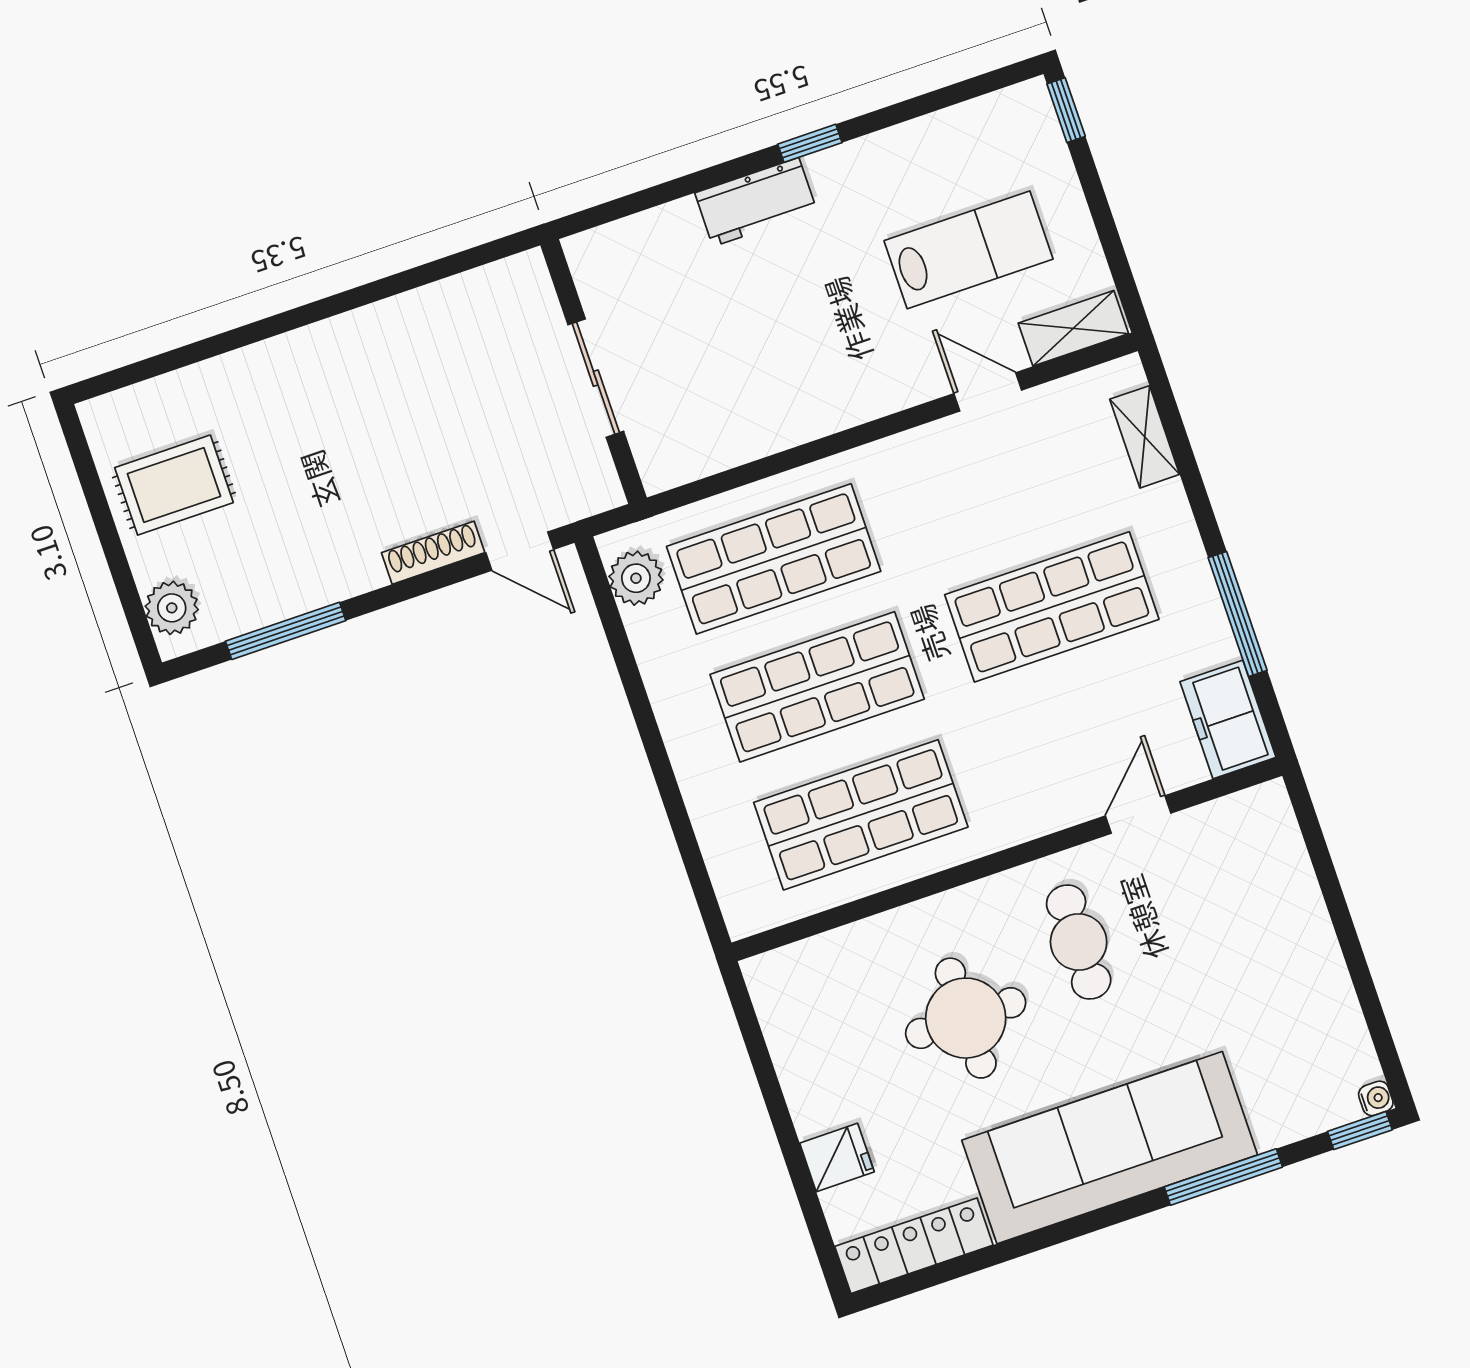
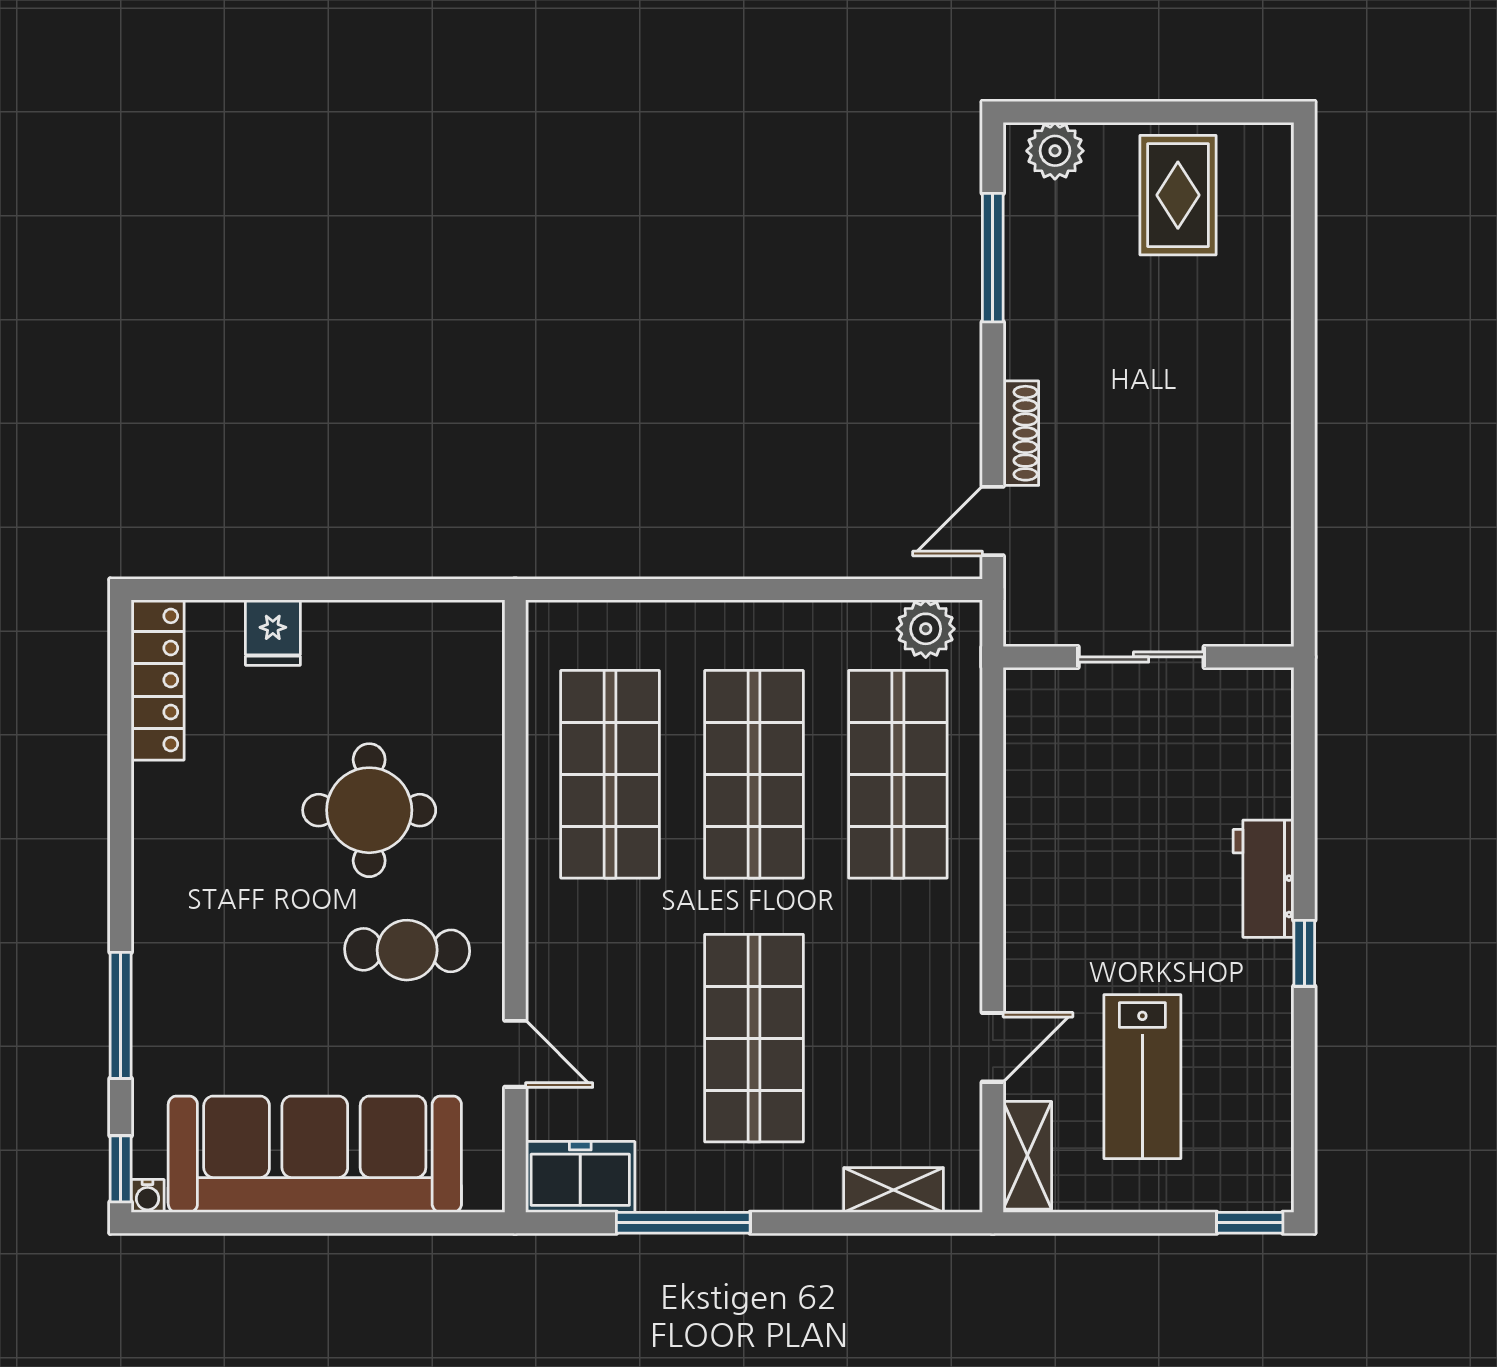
sofa: (1110, 1148) -> (315, 1154), moved, turned -90

